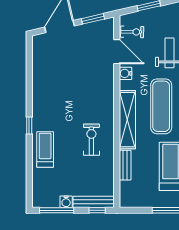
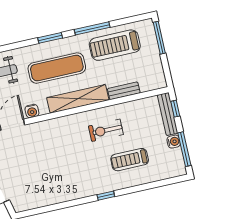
treadmill: (45, 149) -> (130, 160), moved

